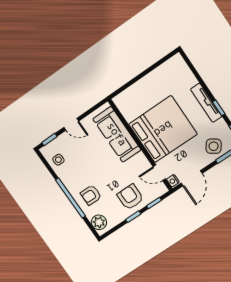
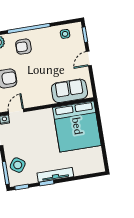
bed: (163, 129) -> (77, 126), moved
sofa: (117, 134) -> (69, 91), width x0.73
armchair: (91, 195) -> (23, 47), turned -90

